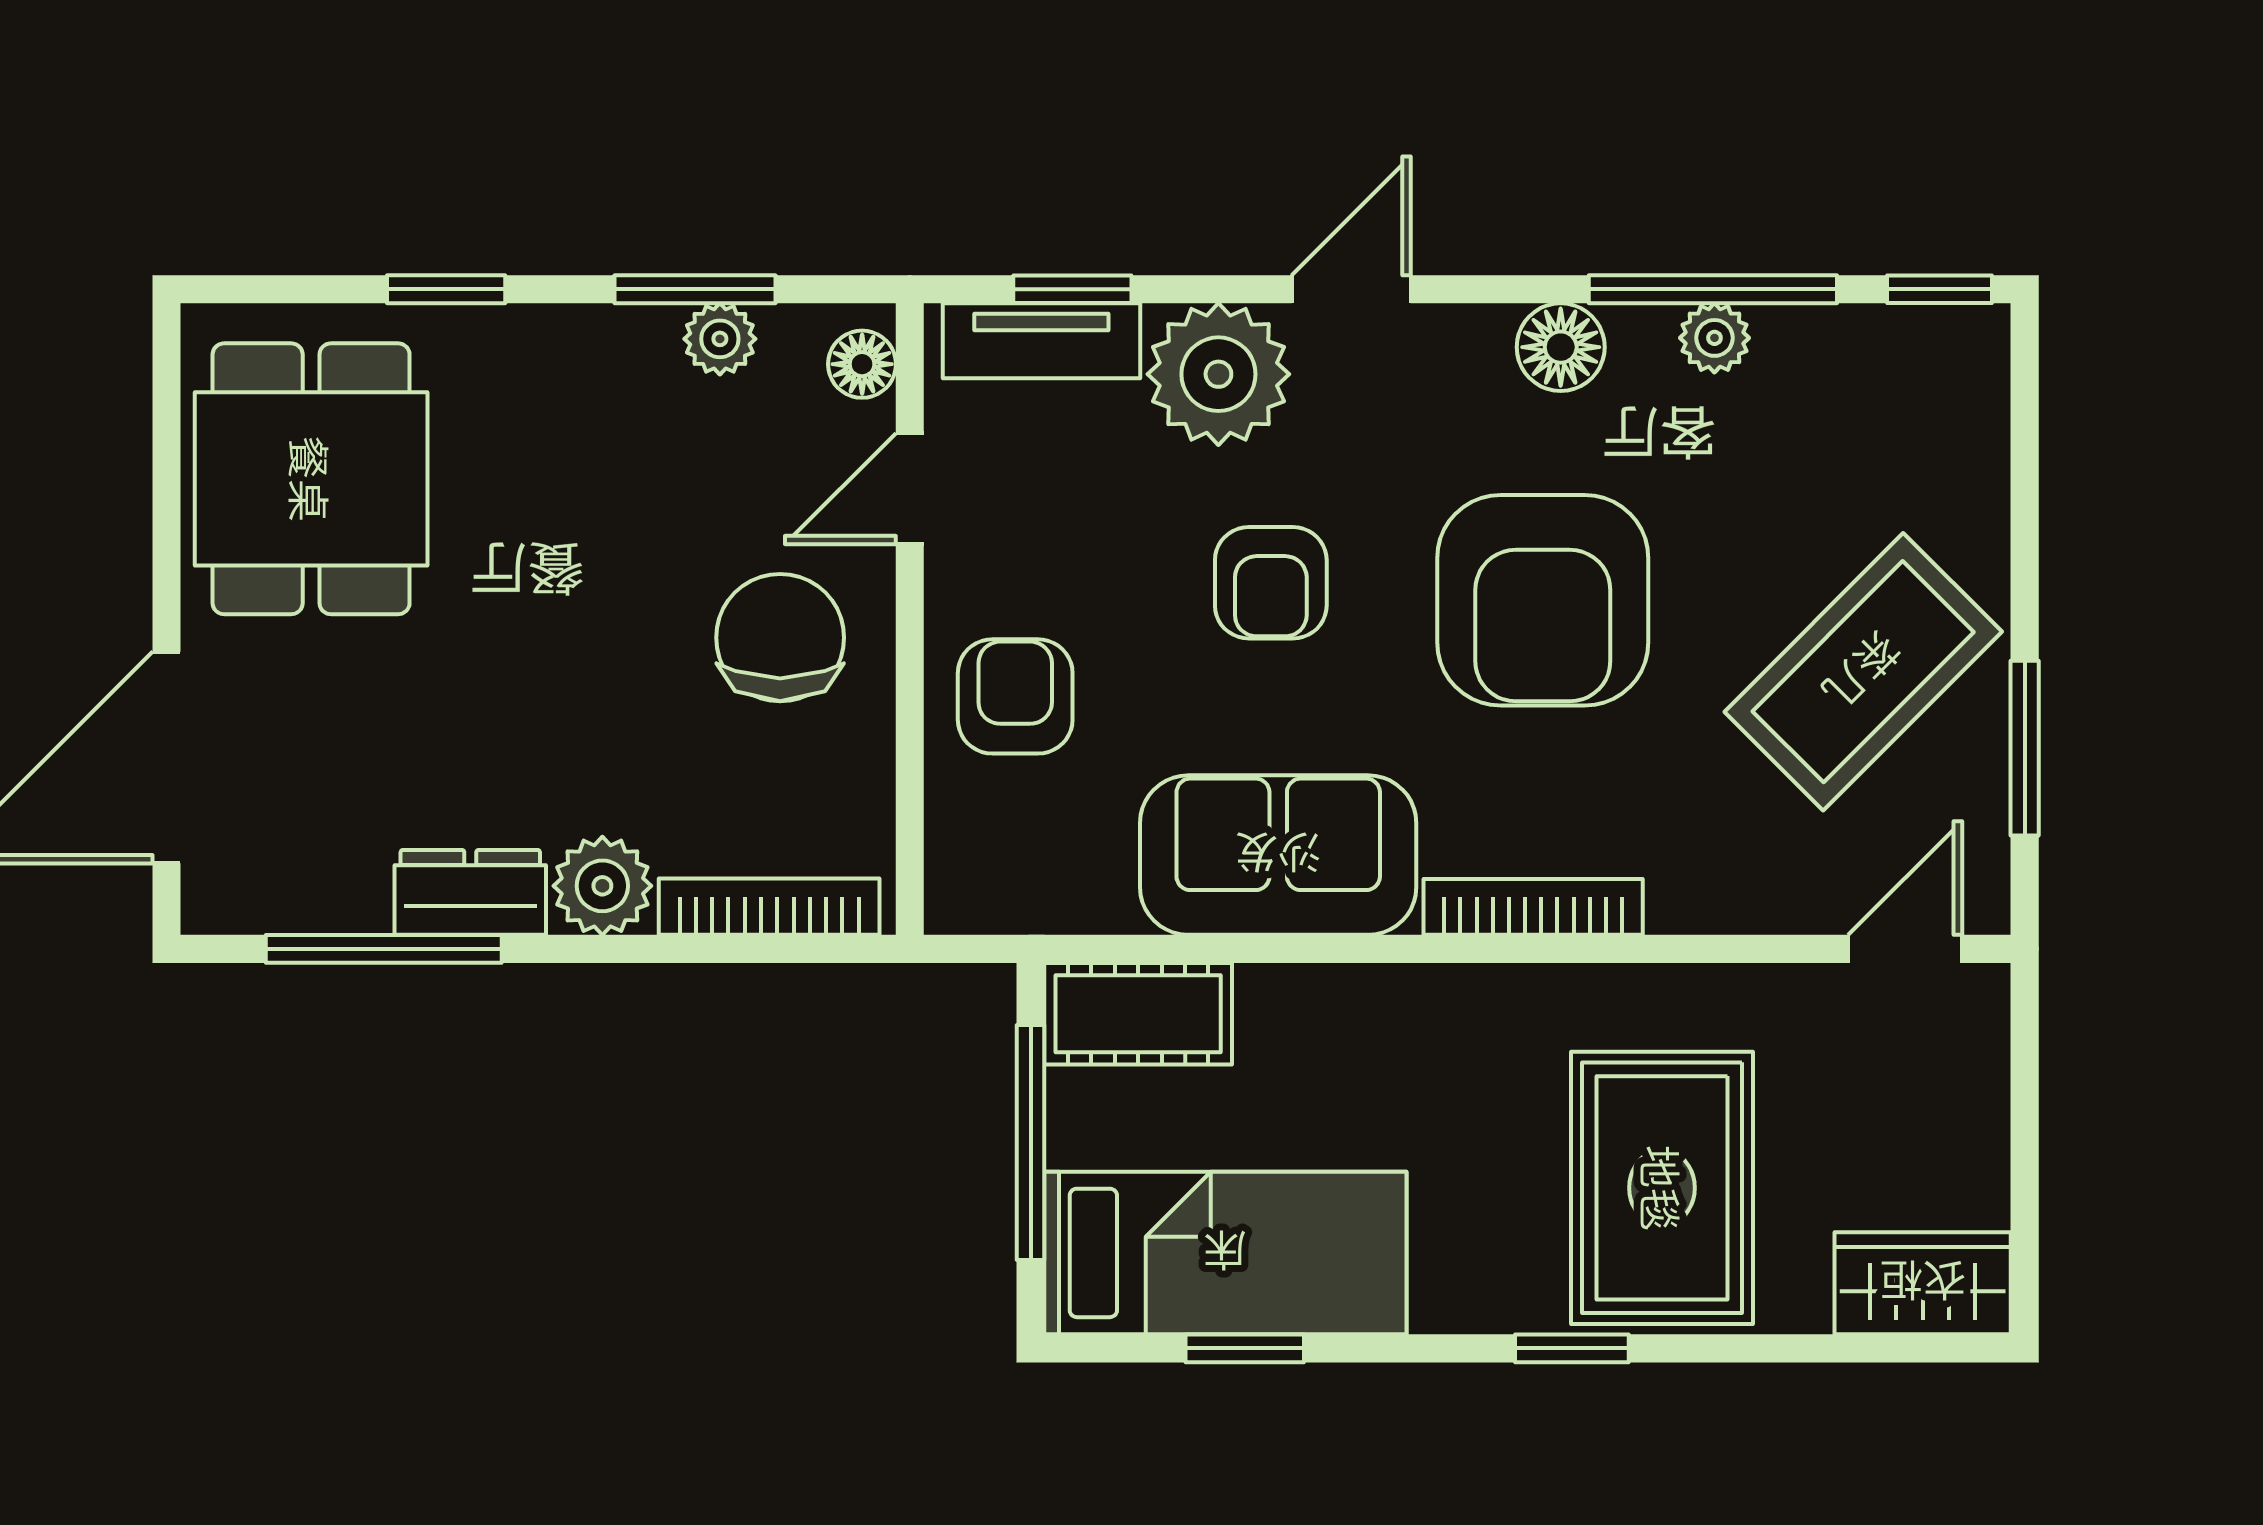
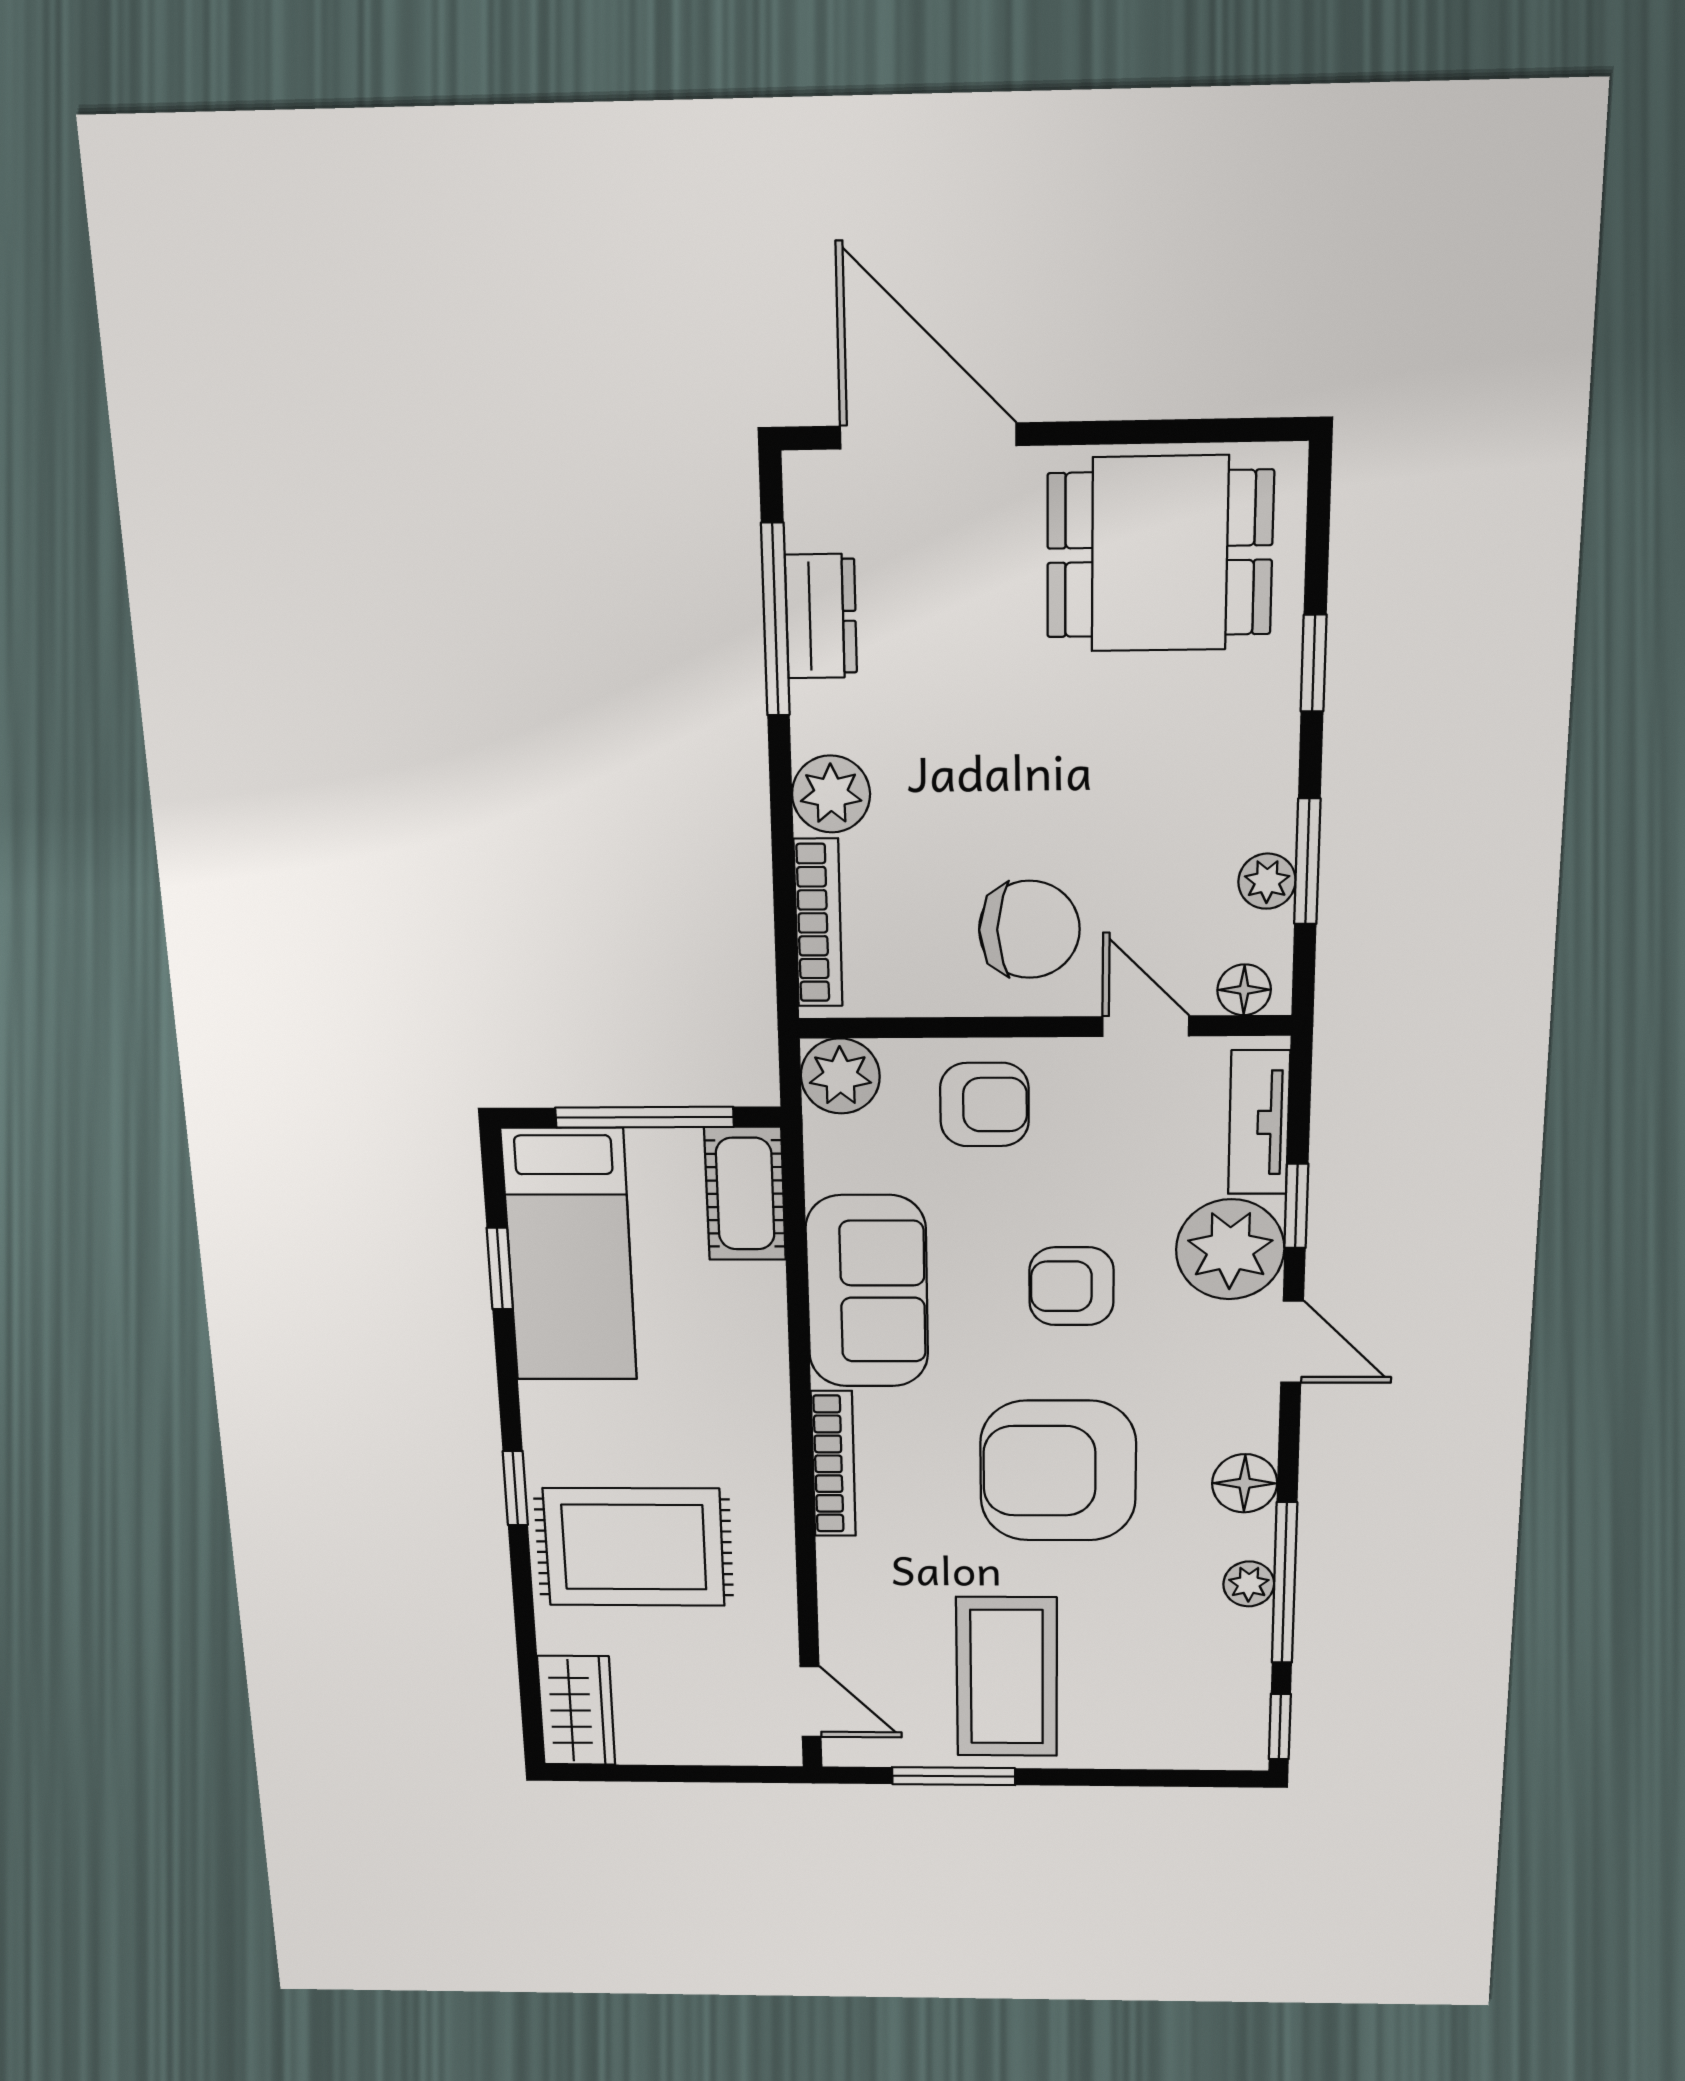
window: (1072, 289) -> (1296, 1206), moved
coffee table: (1863, 672) -> (1007, 1677), turned 45
plant: (975, 884) -> (840, 1076), added
dresser: (470, 892) -> (821, 616), moved

